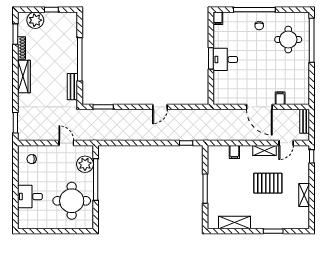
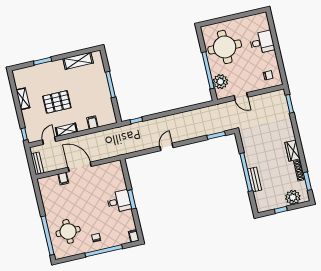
wardrobe: (24, 77) -> (293, 151), width x0.67
bench: (72, 87) -> (255, 179), moved

